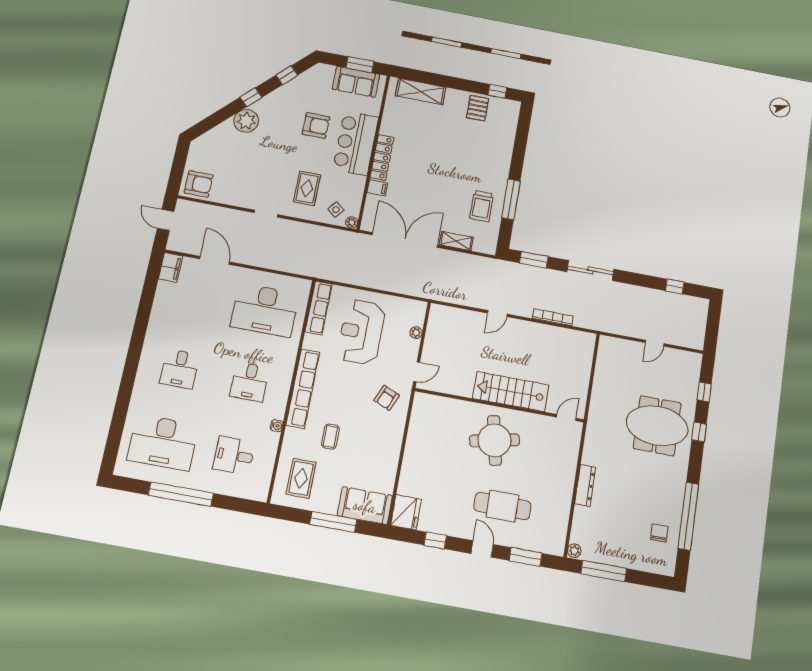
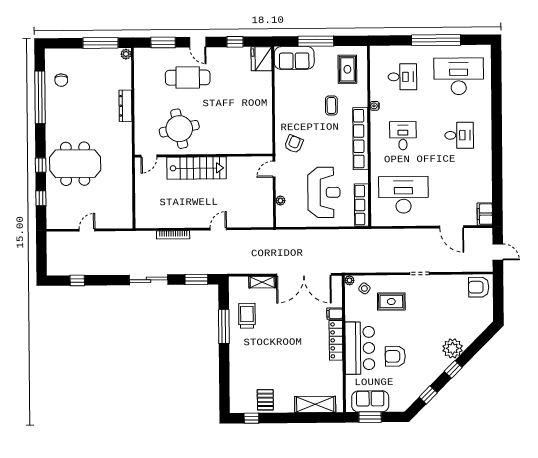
rug: (307, 188) -> (391, 302), turned 90
desk: (180, 369) -> (459, 135), turned 90
round table: (494, 440) -> (179, 129), moved

